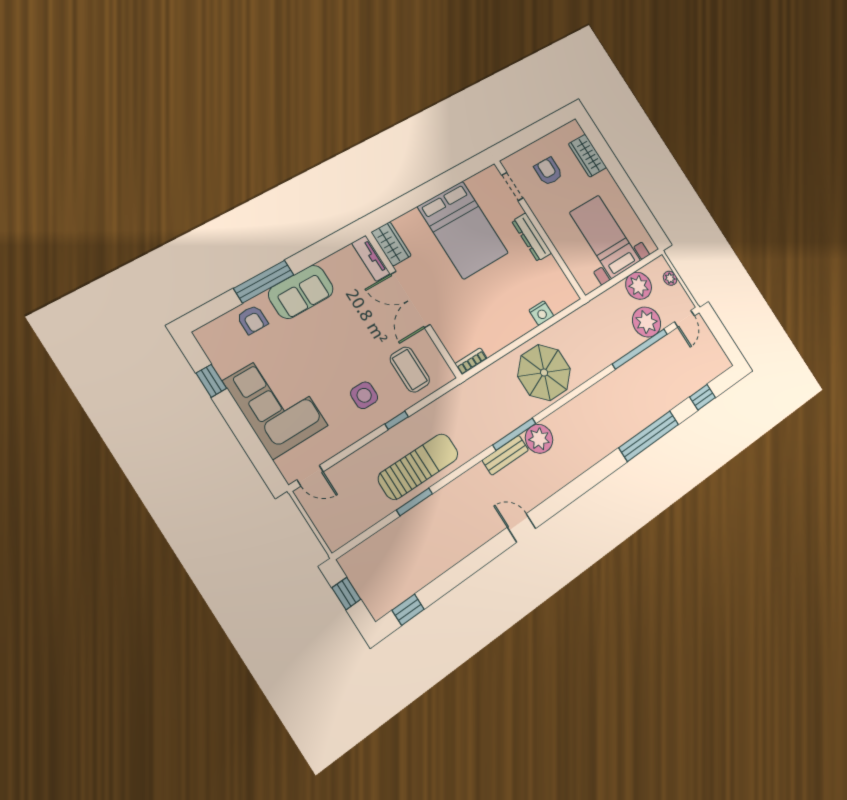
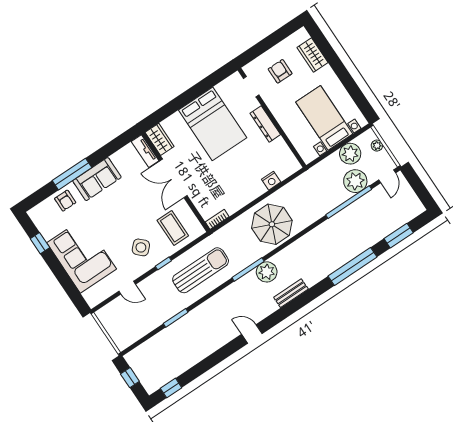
side table: (364, 395) -> (141, 247), turned 45
window: (703, 397) -> (399, 236), width x1.50
bench: (505, 455) -> (291, 293), moved
sun lounger: (418, 466) -> (201, 270), moved
door: (310, 476) -> (127, 288), moved

